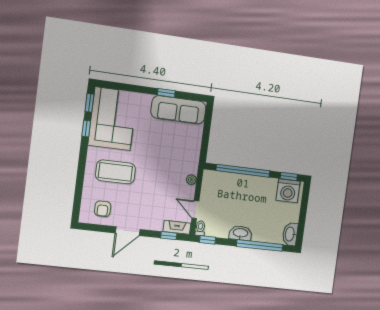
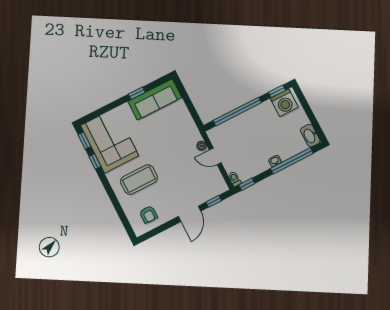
door: (195, 210) -> (215, 156), moved
fireplace: (177, 227) -> (216, 190), removed
door: (128, 231) -> (190, 214), moved
washbasin: (240, 233) -> (275, 161), width x0.52, depth x0.69

